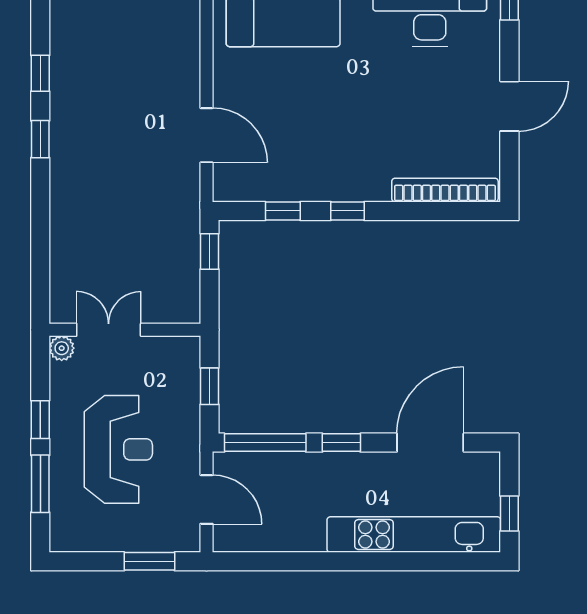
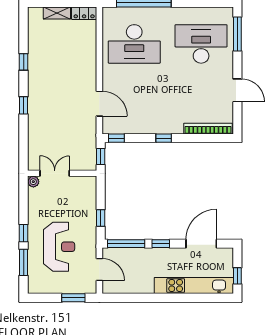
window: (40, 73) -> (24, 62), moved
door: (509, 106) -> (237, 90), hinge flipped
window: (283, 211) -> (116, 138), moved
double door: (109, 330) -> (55, 173), moved
wall: (125, 330) -> (62, 173), moved
plant: (62, 348) -> (33, 182), moved

